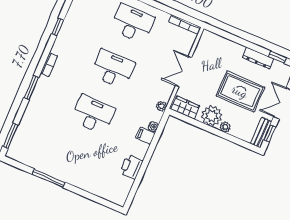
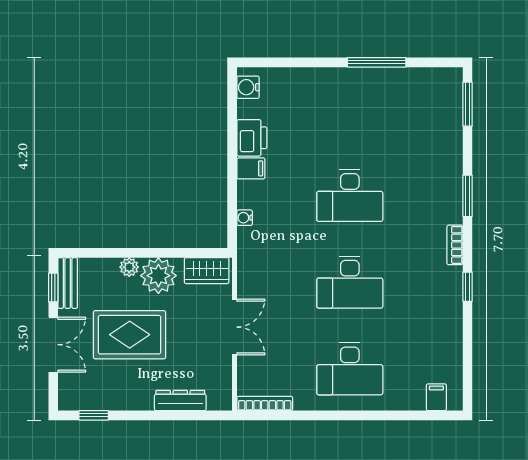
window: (58, 27) -> (467, 287), moved
dresser: (258, 58) -> (180, 401), moved
plant: (161, 106) -> (246, 256), removed
filing cabinet: (145, 136) -> (251, 168), moved
water cooler: (122, 194) -> (248, 87), added

